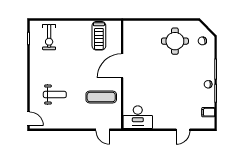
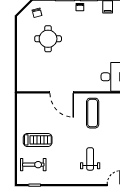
treadmill: (99, 36) -> (38, 140), moved
round table: (175, 41) -> (48, 39), moved

